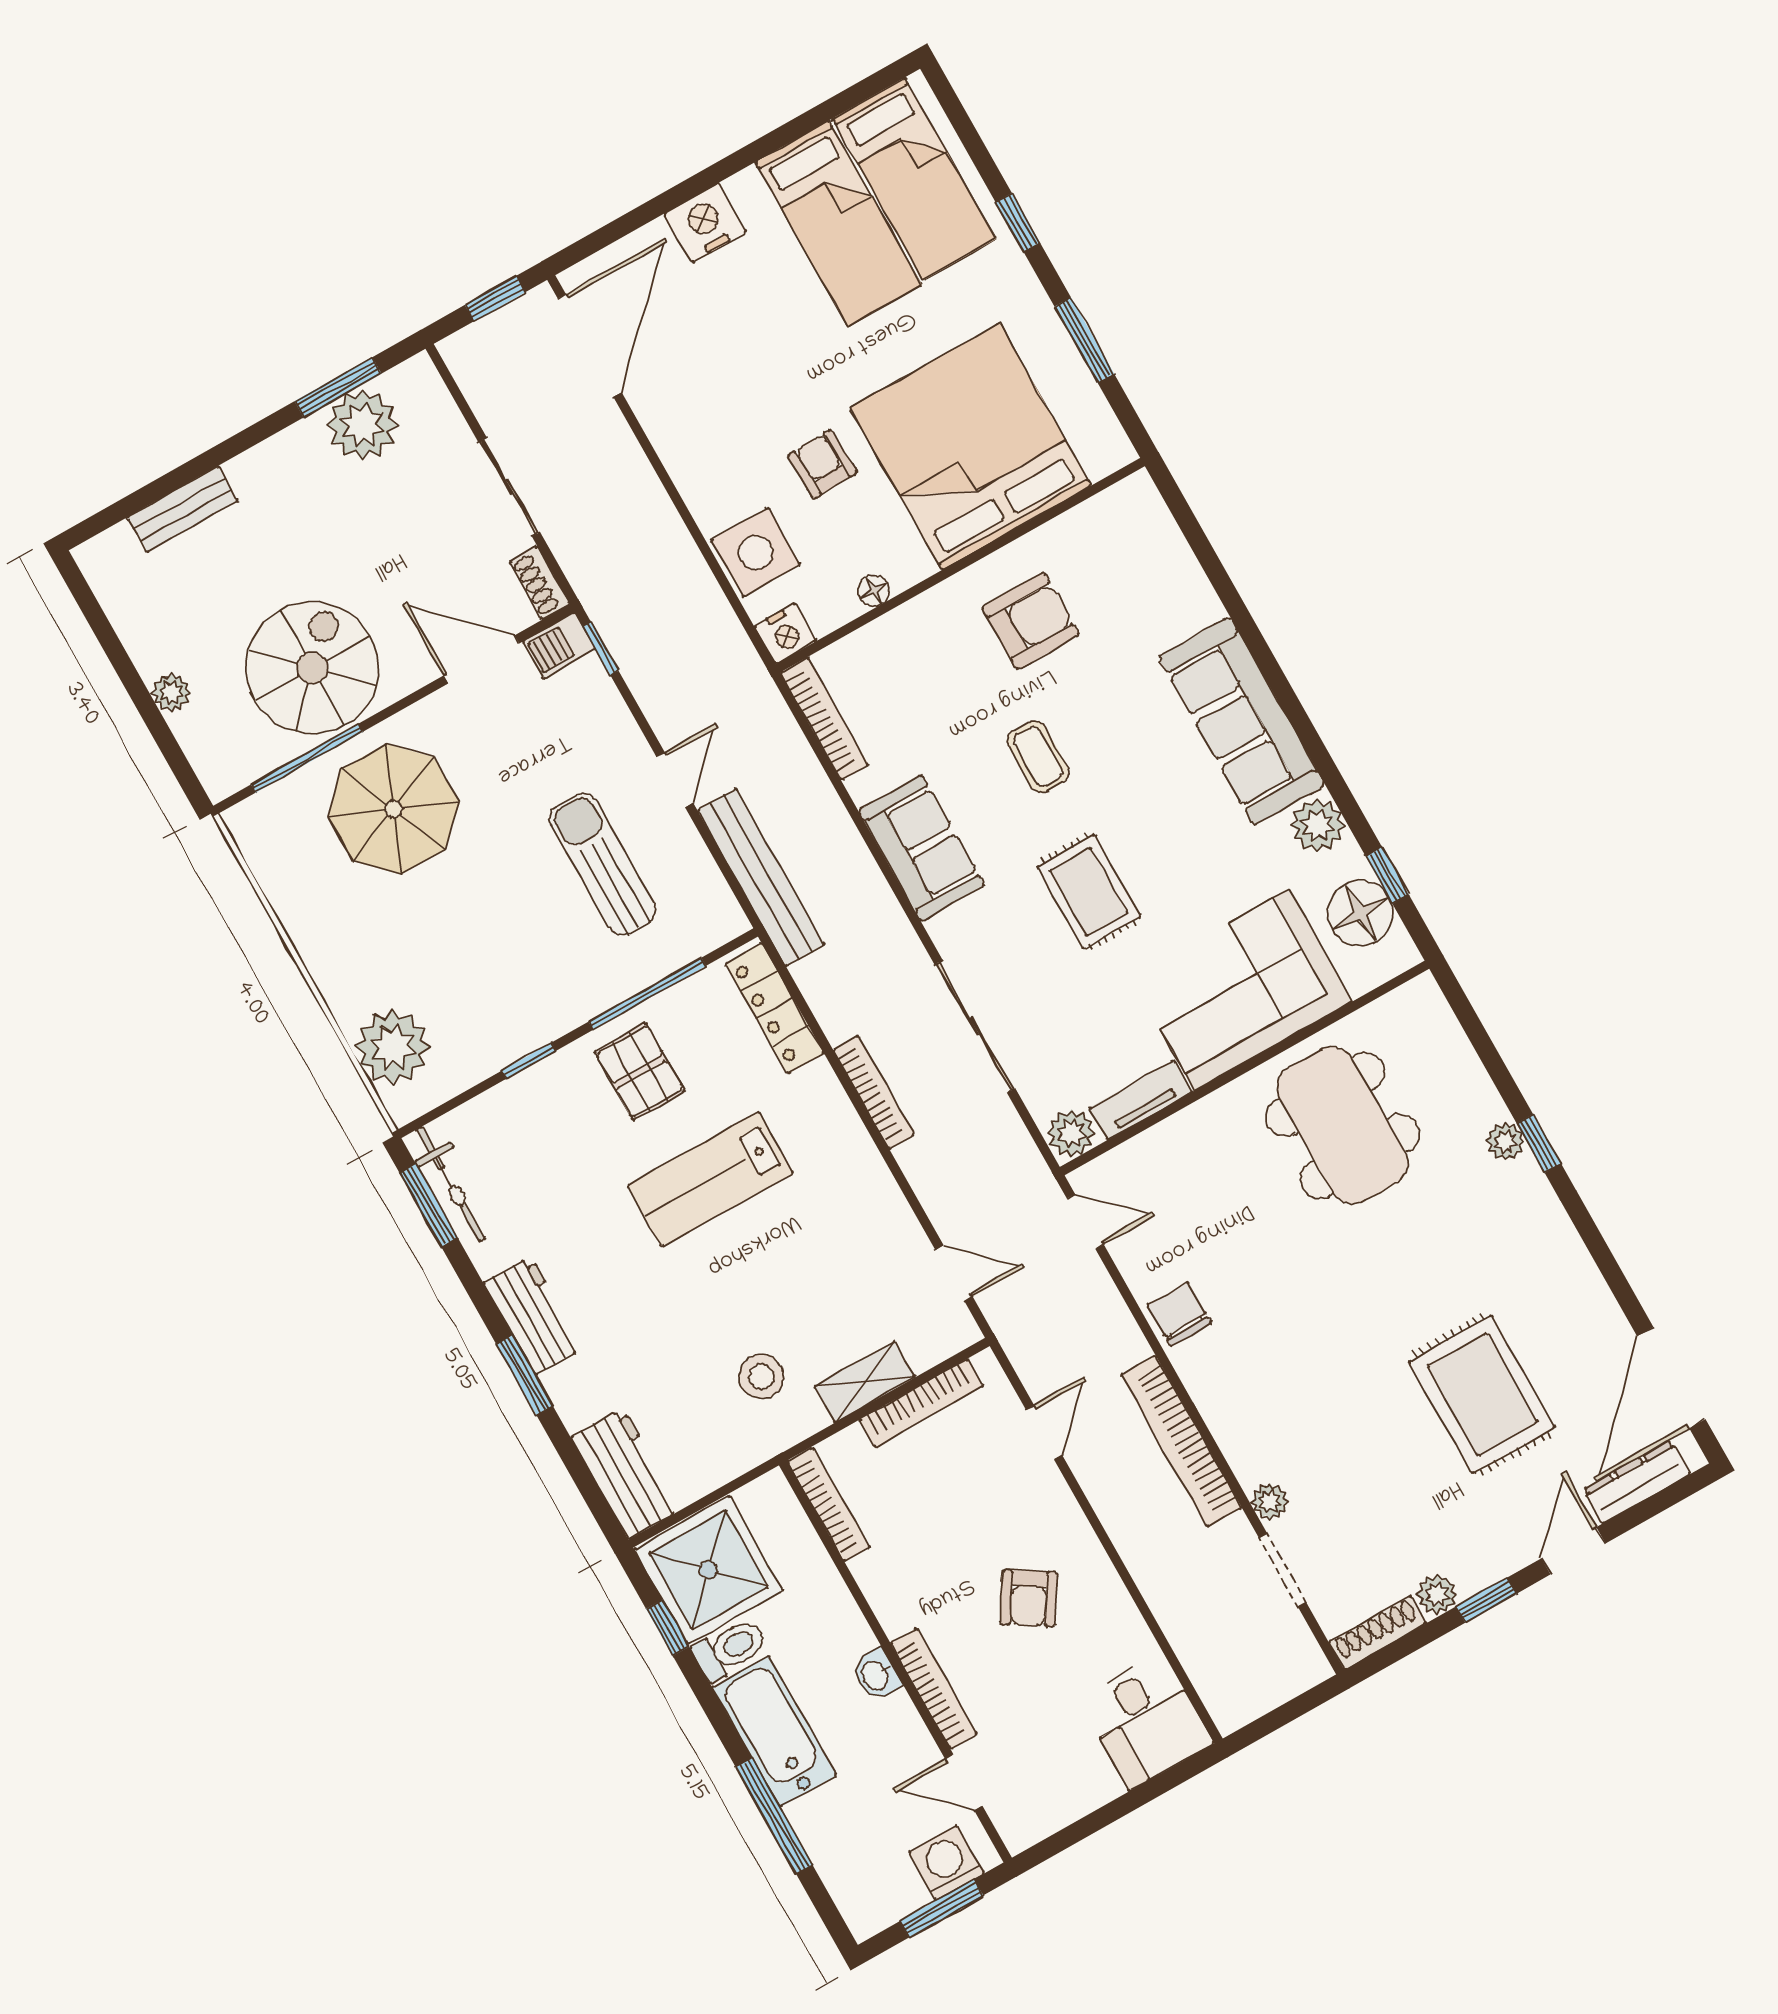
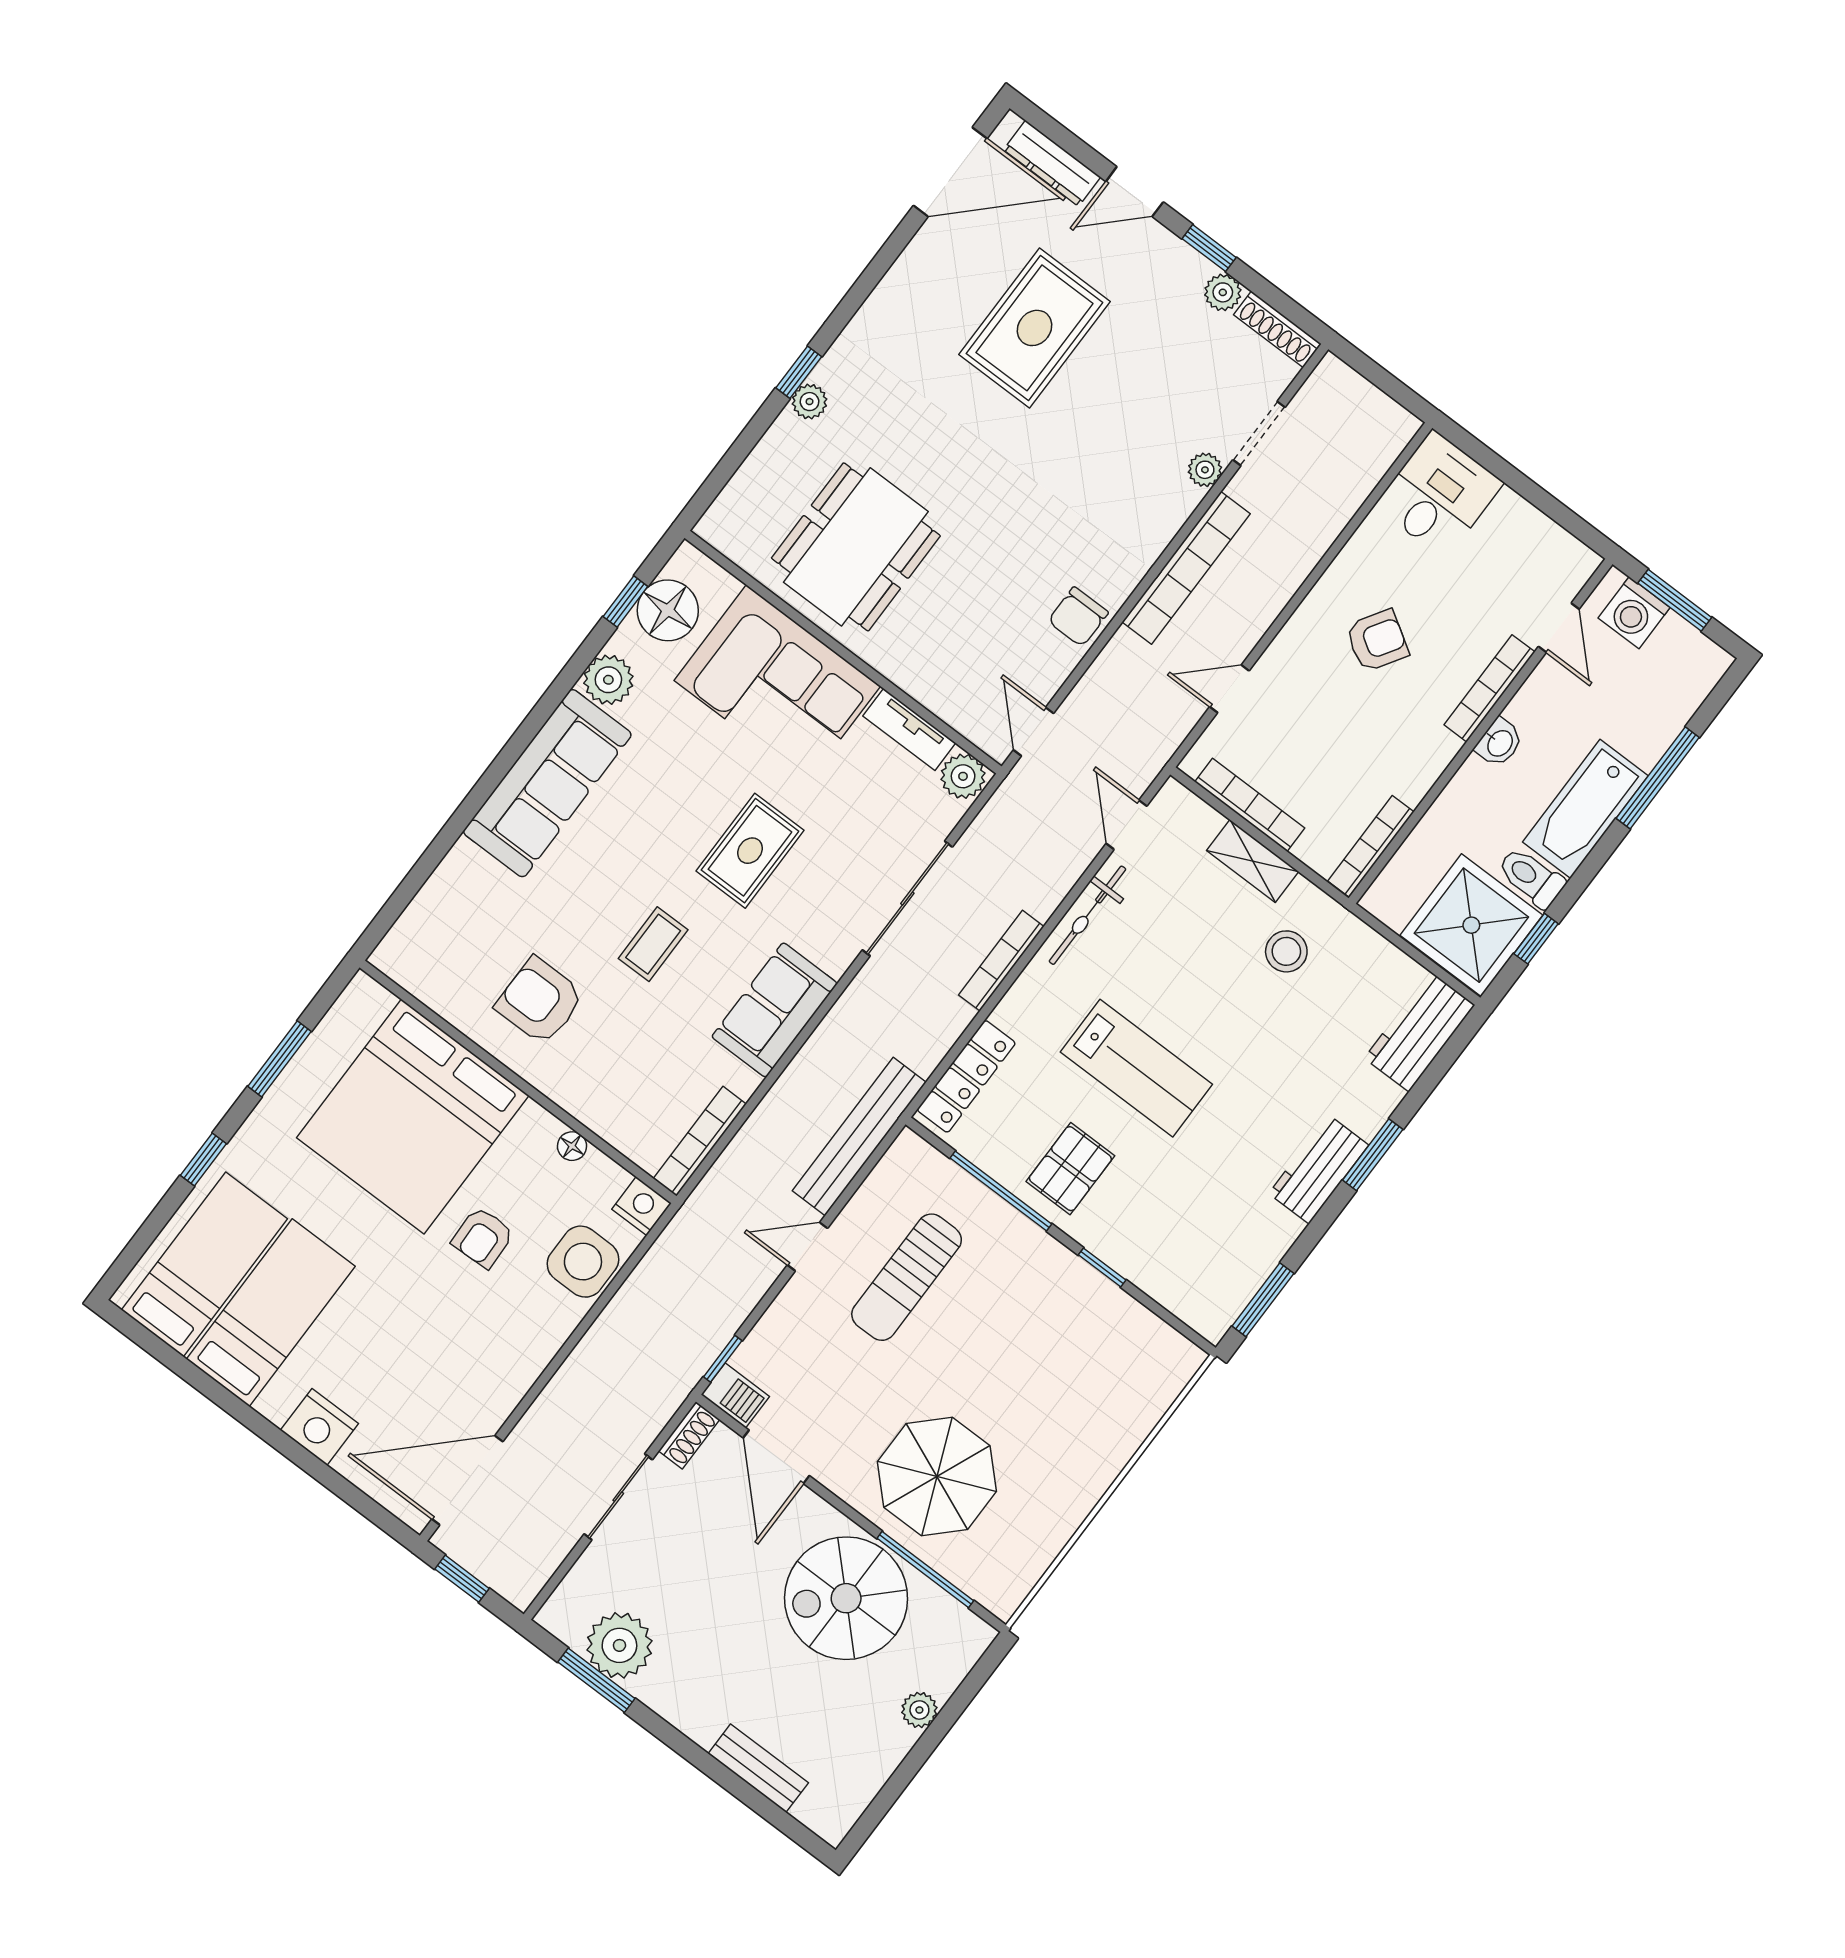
plant: (393, 1047) -> (1141, 1389), removed
bicycle: (451, 1184) -> (1087, 915), moved, turned 180

